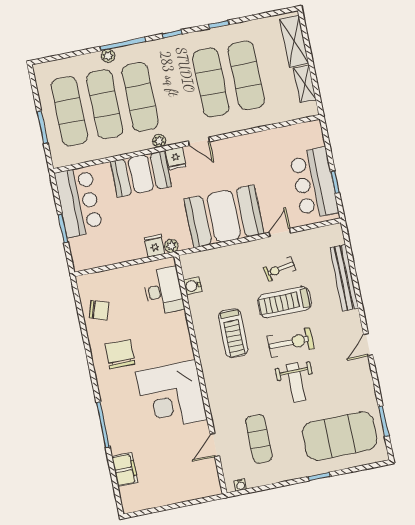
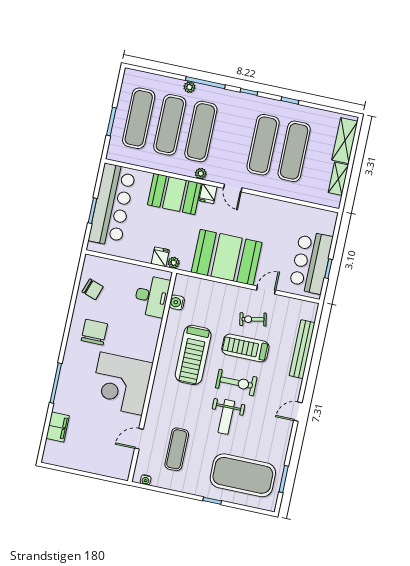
bar counter: (79, 202) -> (112, 205), width x1.36
treadmill: (233, 333) -> (193, 355), width x1.37, depth x1.38

